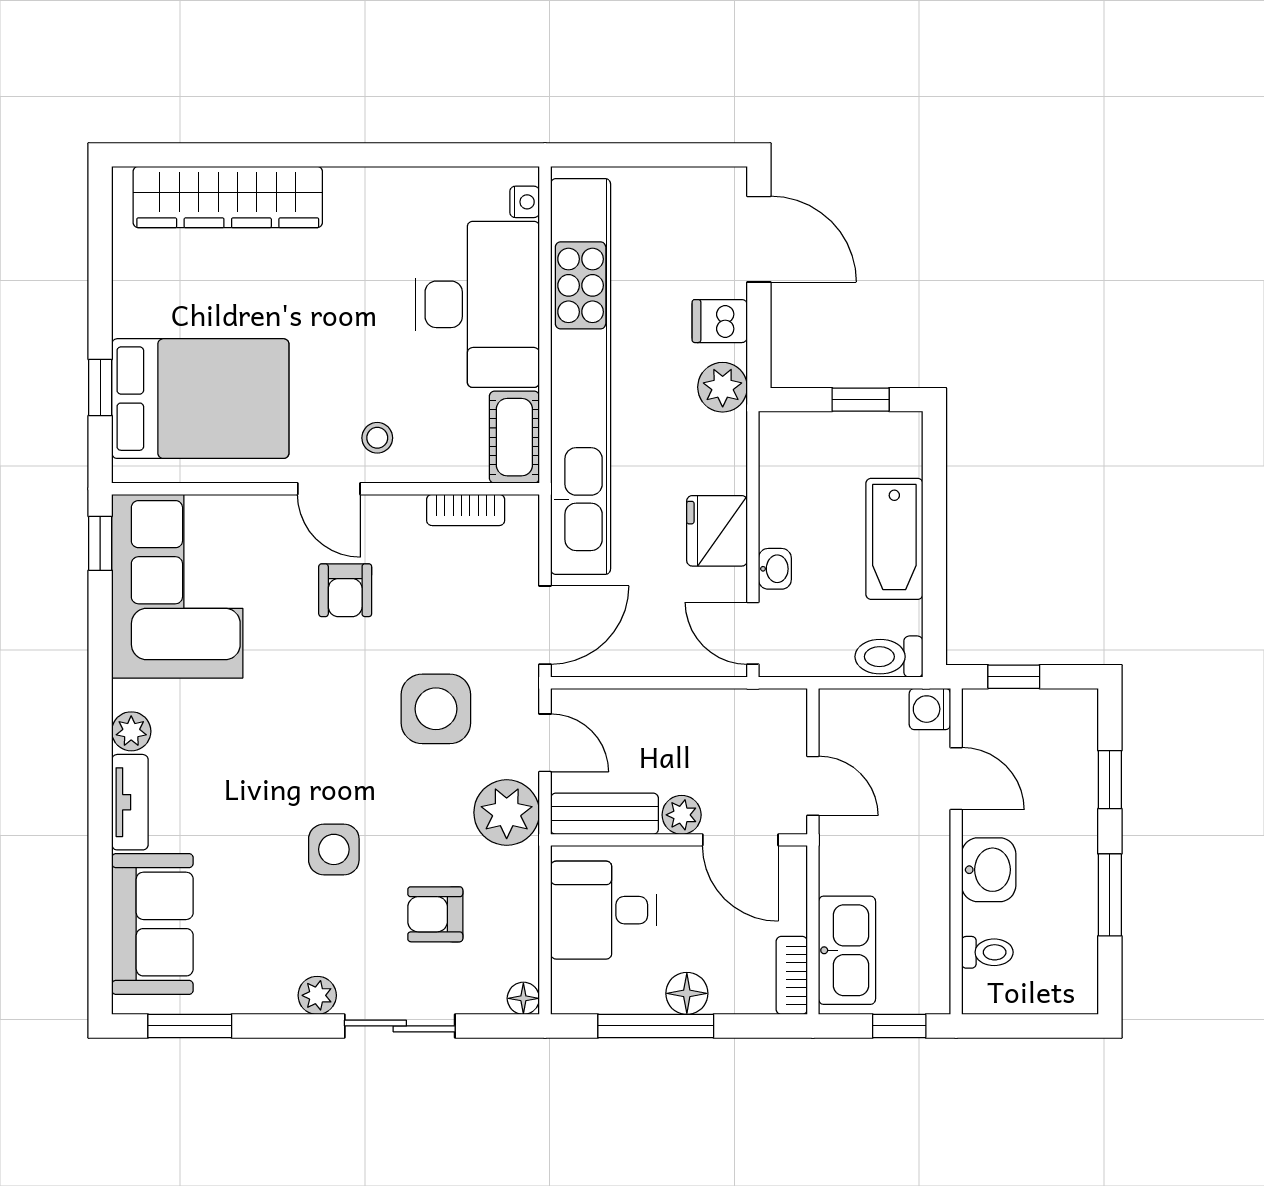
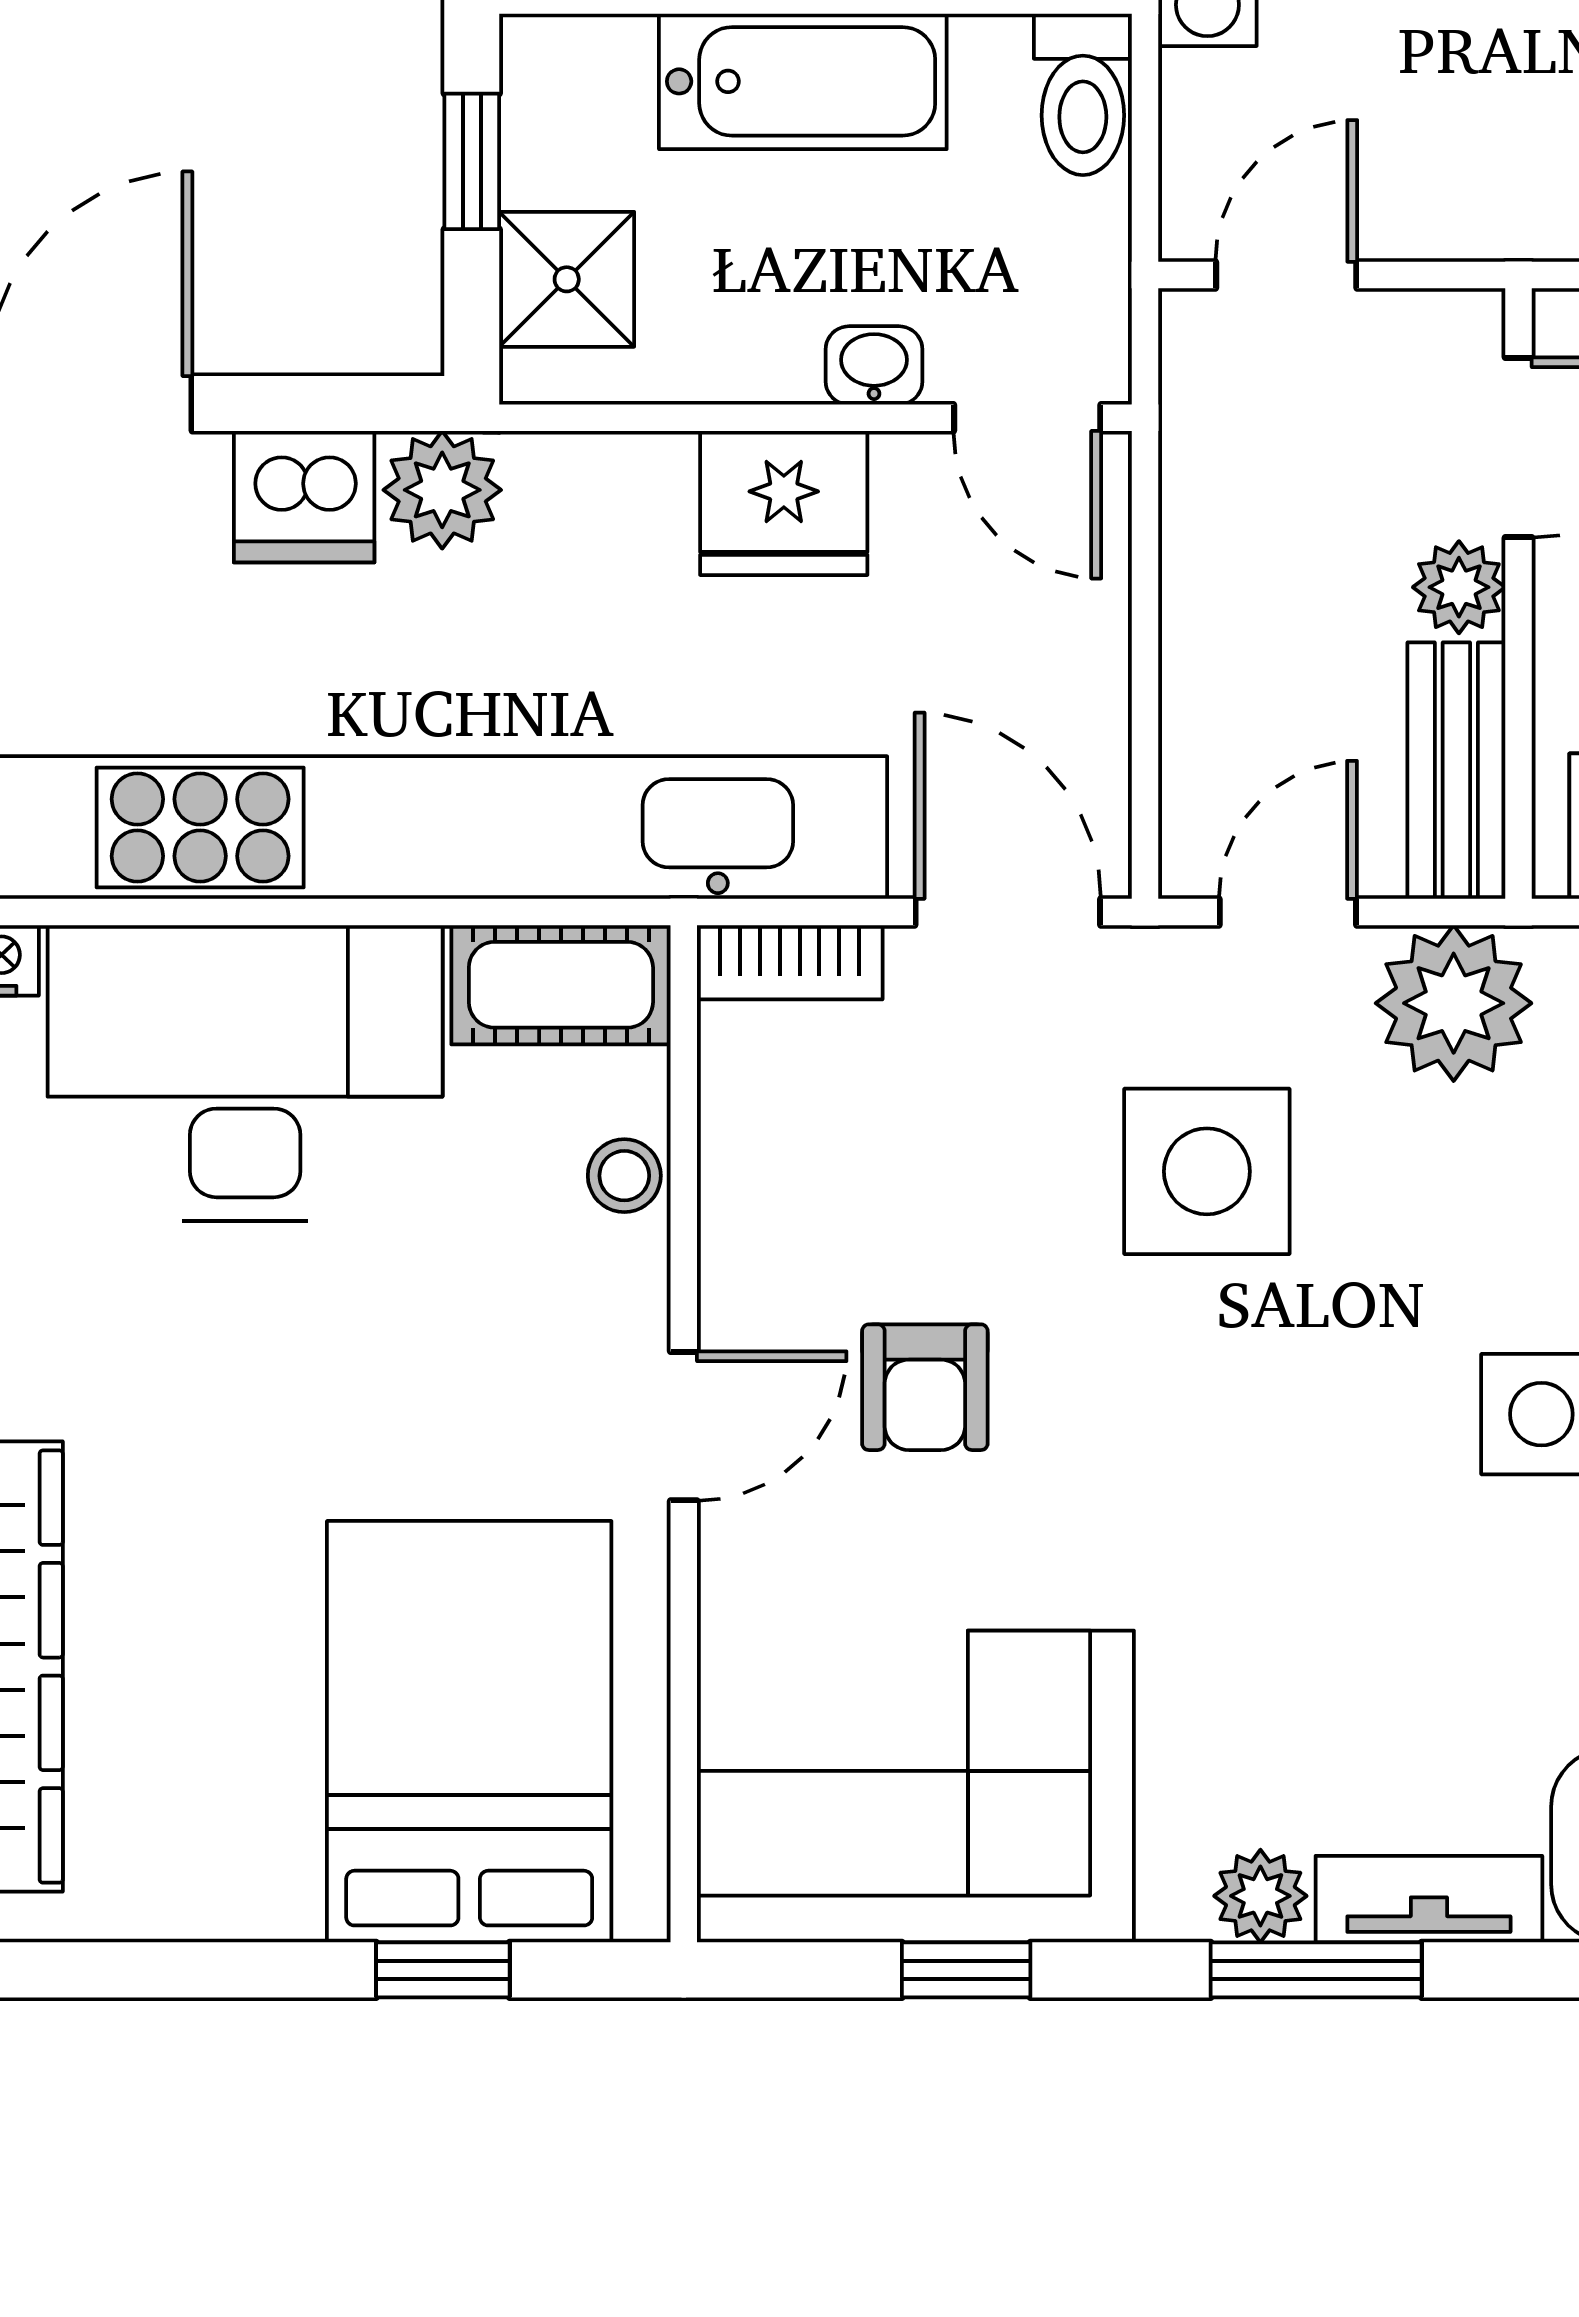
dishwasher: (720, 321) -> (304, 497), width x1.38
stool: (377, 438) -> (624, 1176), moved
shower: (811, 440) -> (567, 279), added
bookcase: (466, 510) -> (790, 962), moved, turned 90
window: (100, 543) -> (966, 1970), moved
armchair: (345, 590) -> (925, 1387), turned 90
door: (753, 633) -> (1027, 418), hinge flipped
window: (100, 755) -> (1316, 1970), added
door: (813, 786) -> (1286, 275), moved

